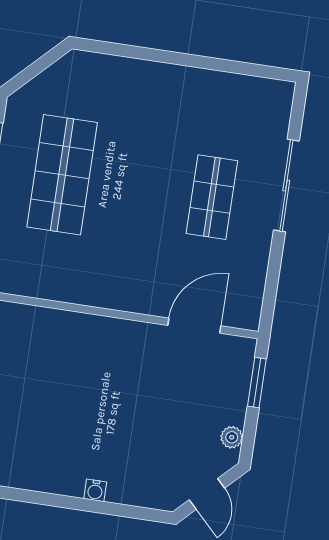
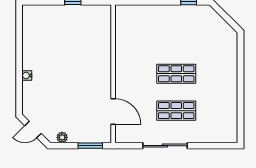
shop shelf: (62, 175) -> (176, 74), moved, width x0.70, depth x0.74
sliding door: (286, 186) -> (165, 146), moved

